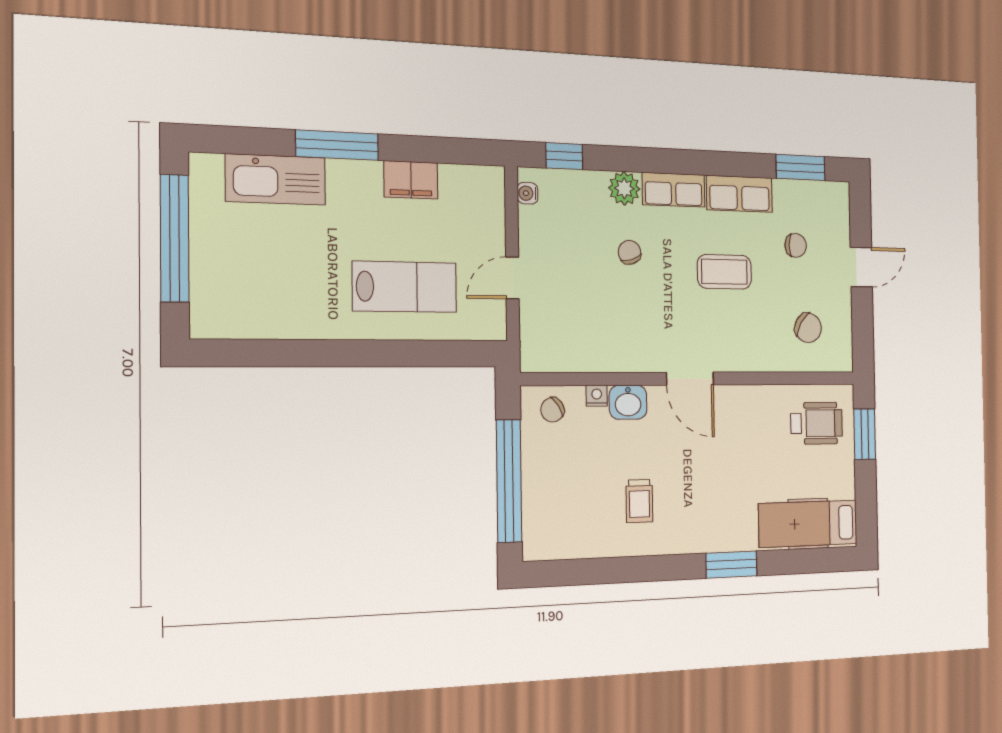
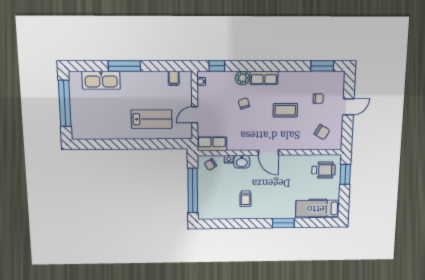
filing cabinet: (411, 180) -> (174, 78), moved, width x0.50
row of seats: (739, 194) -> (212, 144), moved, turned 180

